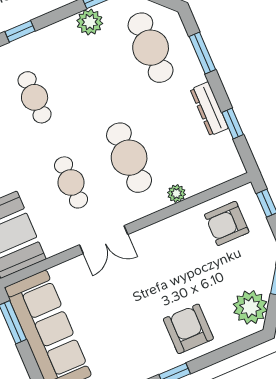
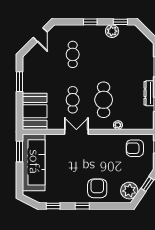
window: (20, 31) -> (90, 22), moved
cafe table: (151, 48) -> (134, 54), removed
double door: (104, 240) -> (76, 132), swing flipped

